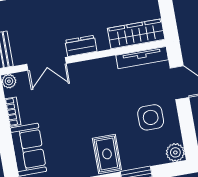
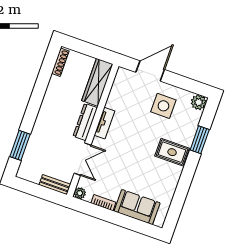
dresser: (81, 46) -> (85, 122), width x1.44
tv unit: (142, 58) -> (104, 123), moved, width x0.71

